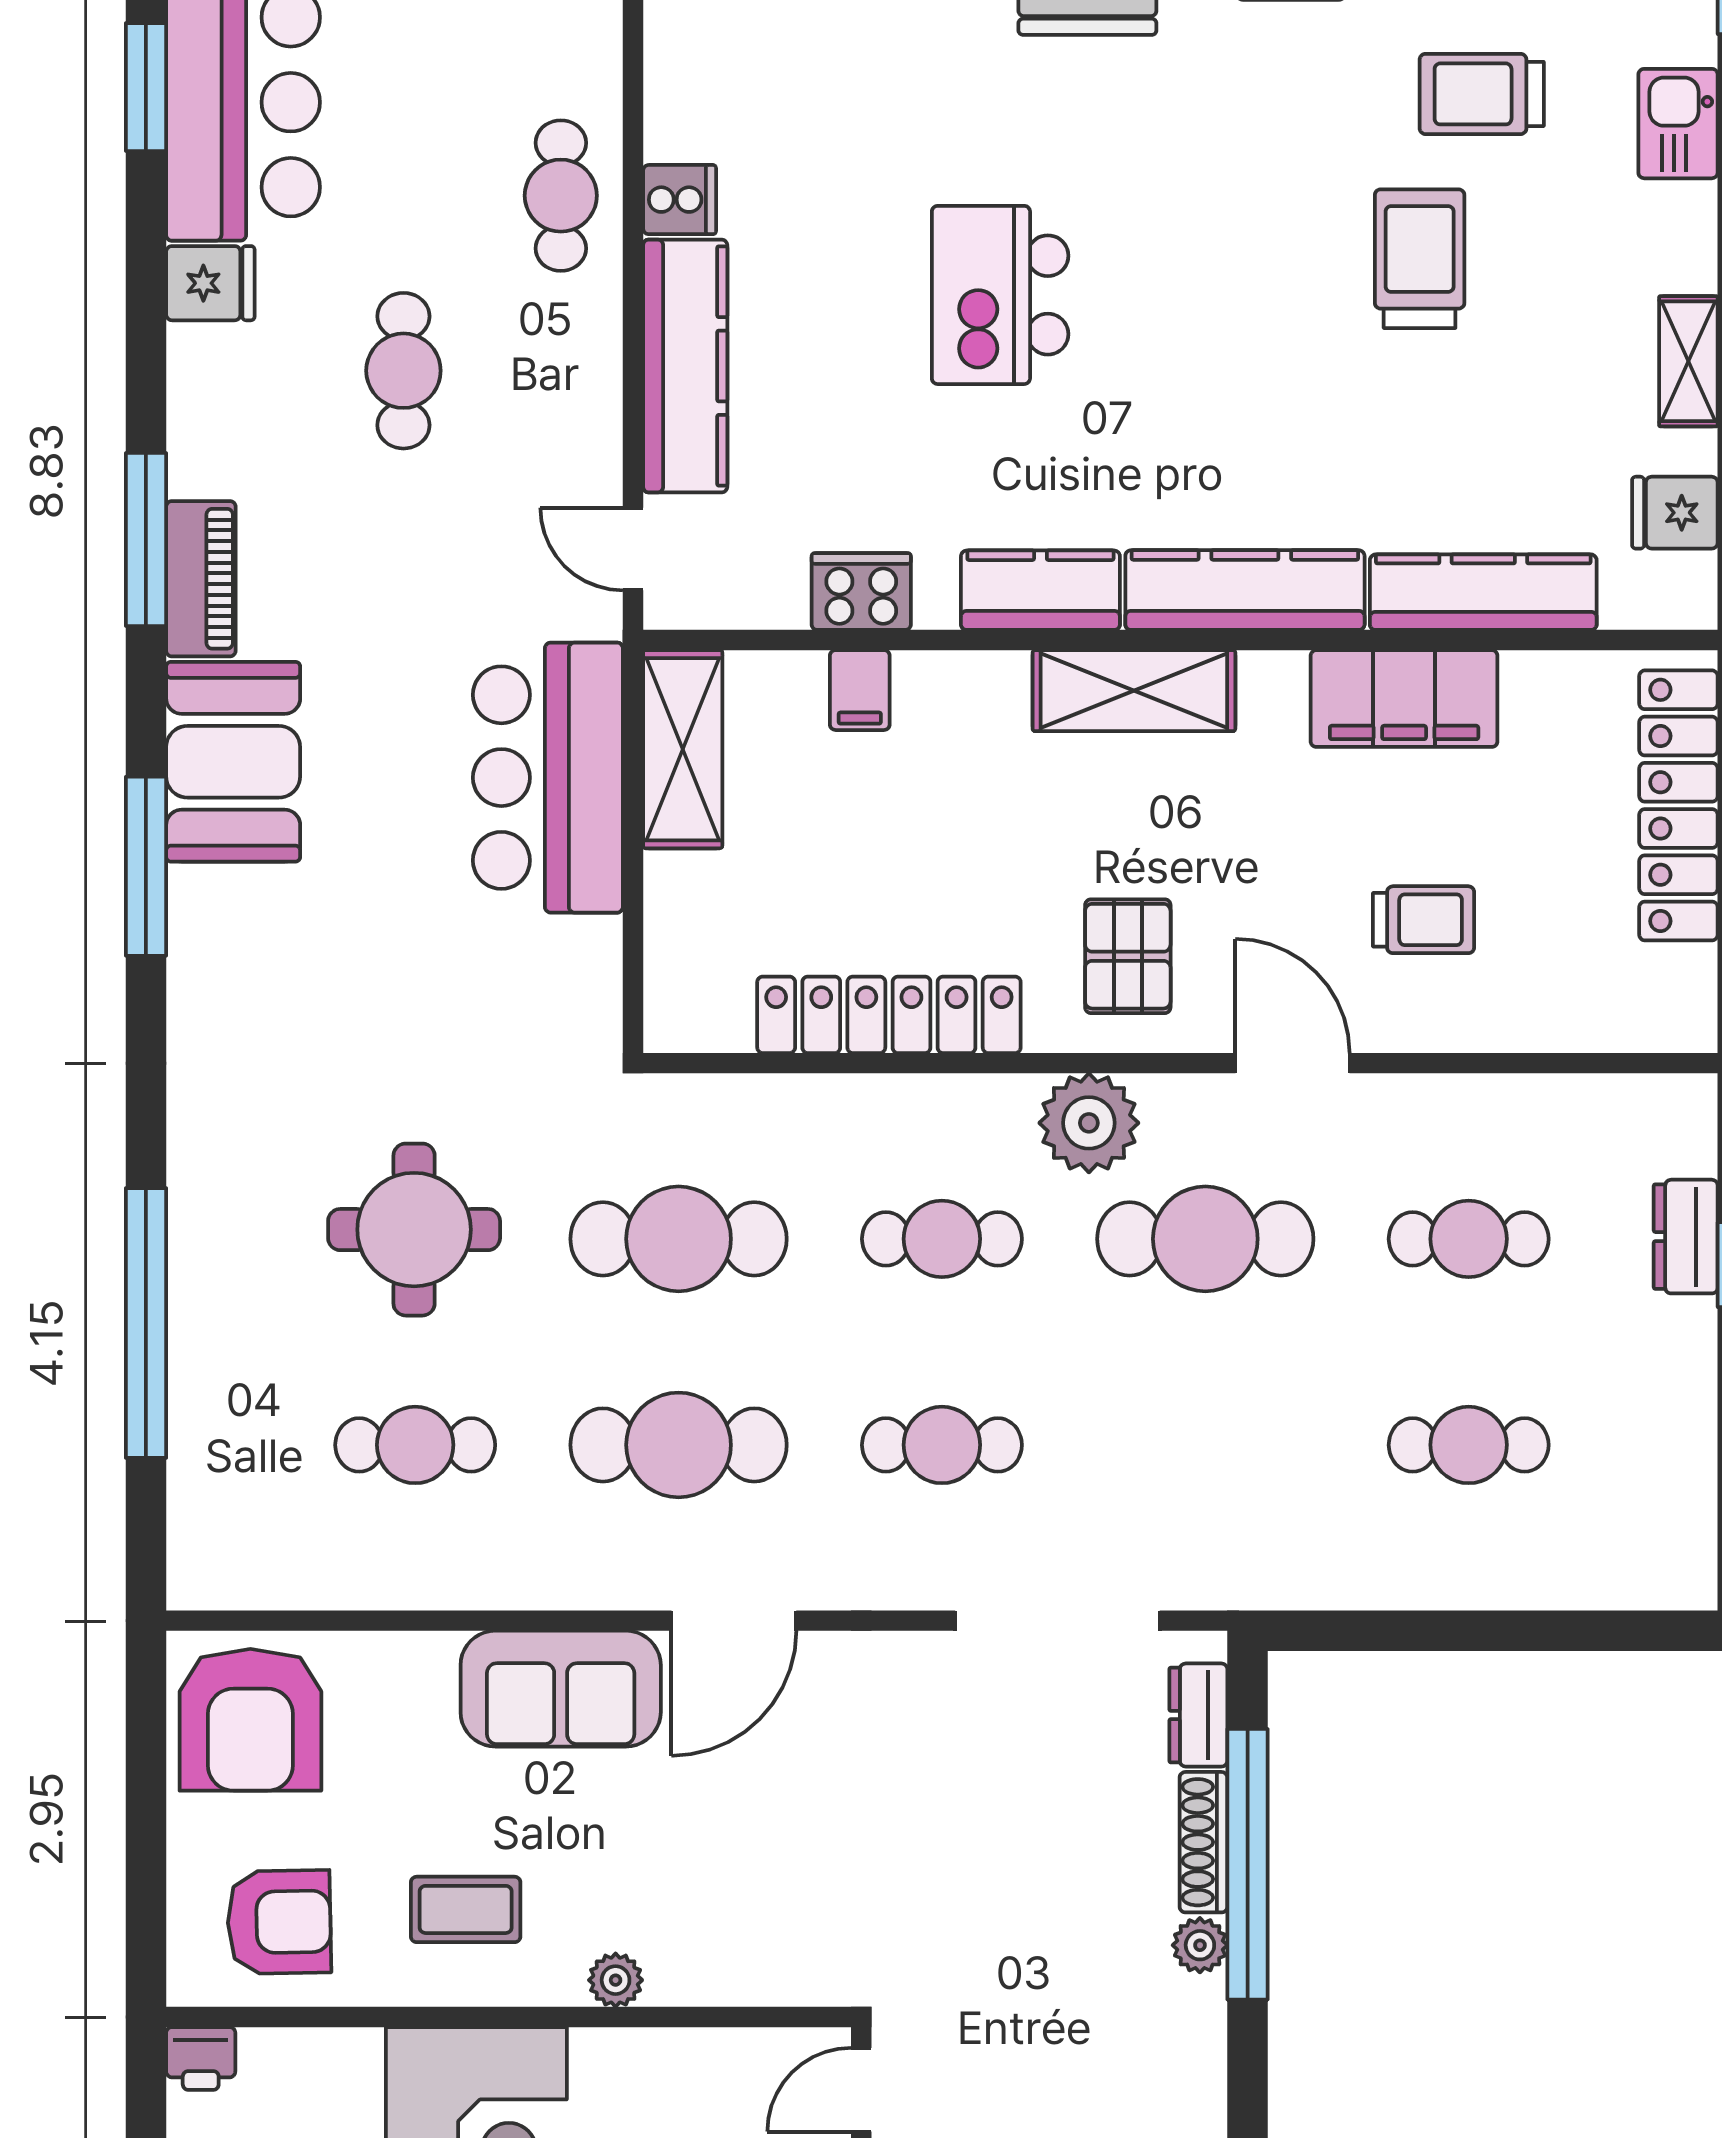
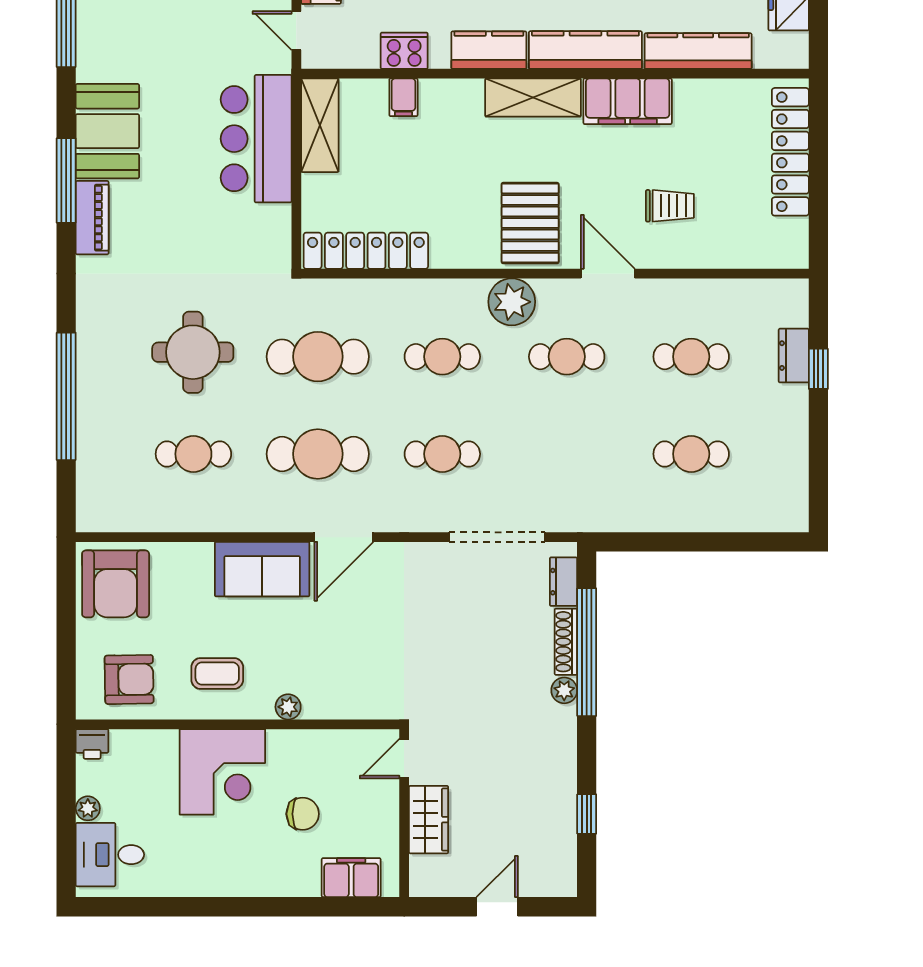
piano: (201, 579) -> (92, 218), moved
filing cabinet: (1404, 699) -> (628, 101), moved
pallet: (1128, 956) -> (530, 223), width x1.50, depth x1.42
locker: (889, 1015) -> (366, 251), moved
cafe table: (1205, 1239) -> (567, 357), width x0.73, depth x0.74

